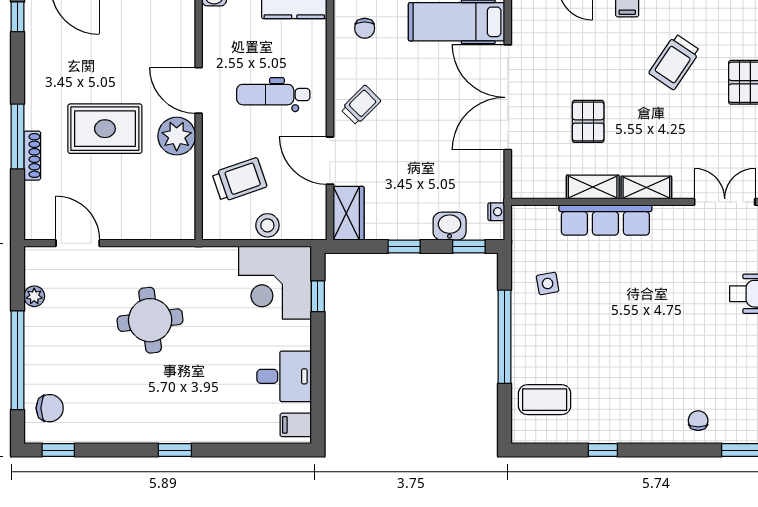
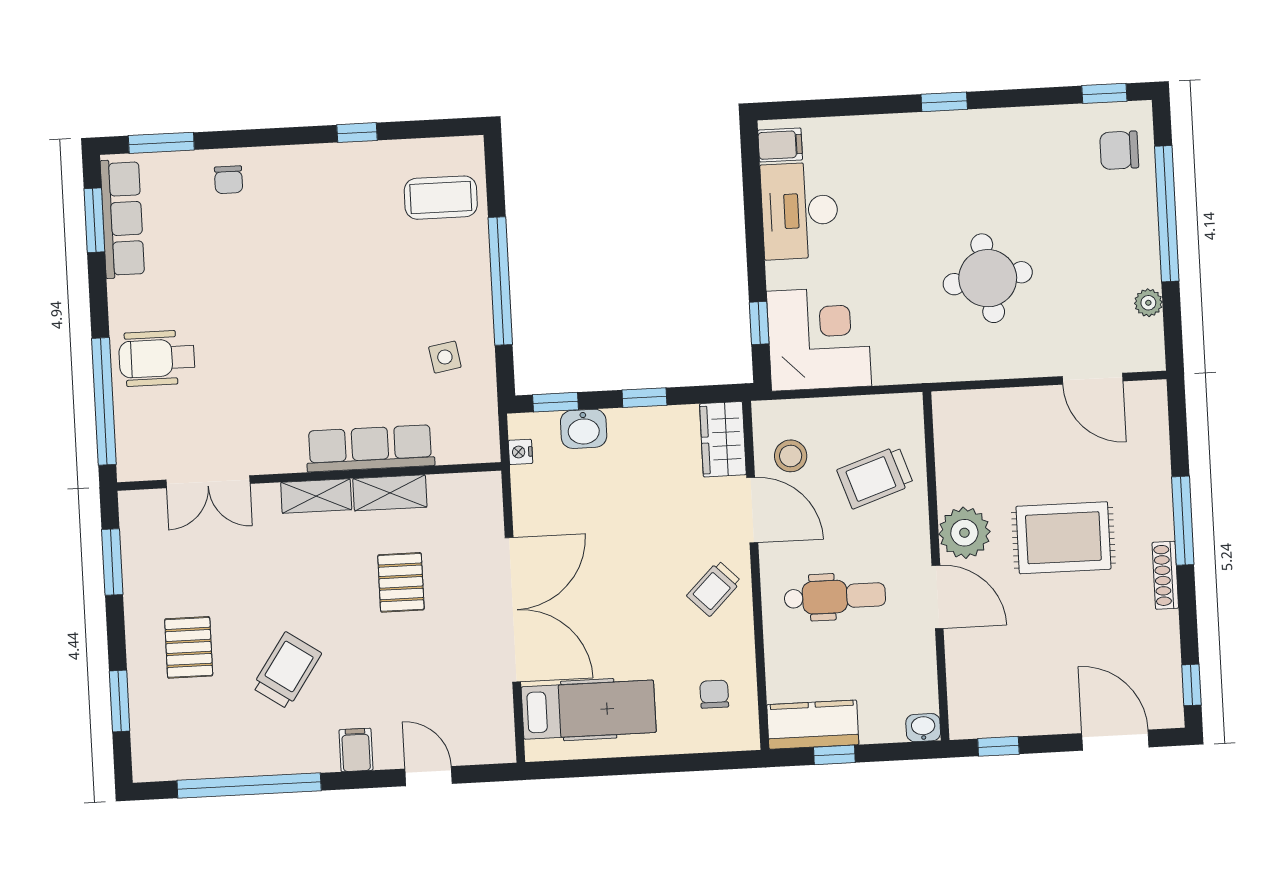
shoe rack: (32, 156) -> (1165, 575), moved
stool: (267, 225) -> (791, 456), moved
desk: (284, 376) -> (800, 211), width x1.37

